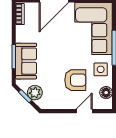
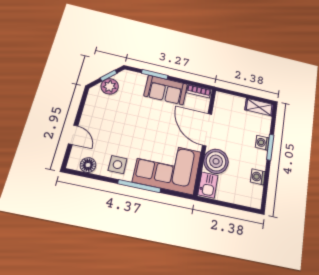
sofa: (26, 61) -> (166, 90), moved
armchair: (75, 80) -> (112, 133), removed

